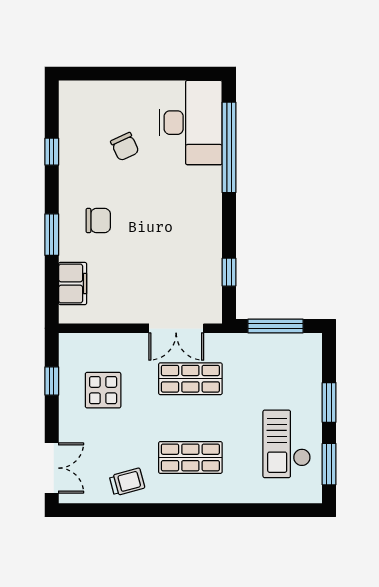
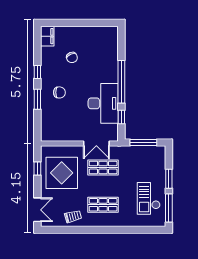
desk: (191, 123) -> (103, 103), moved
window: (229, 147) -> (121, 82), moved
window: (52, 152) -> (37, 72), moved
filing cabinet: (73, 284) -> (47, 36), moved
display table: (103, 390) -> (62, 173), width x1.86, depth x1.86
window: (329, 464) -> (169, 208), width x1.44

